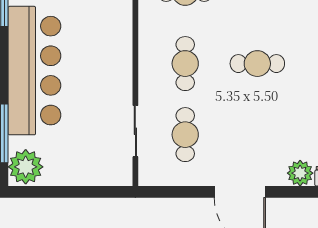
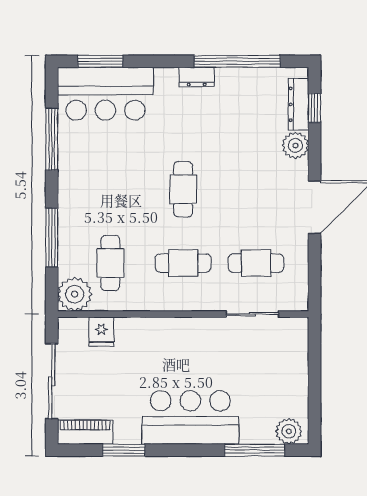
bar counter: (34, 71) -> (190, 417), width x0.73
plant: (26, 167) -> (289, 431), width x0.73, depth x0.73

